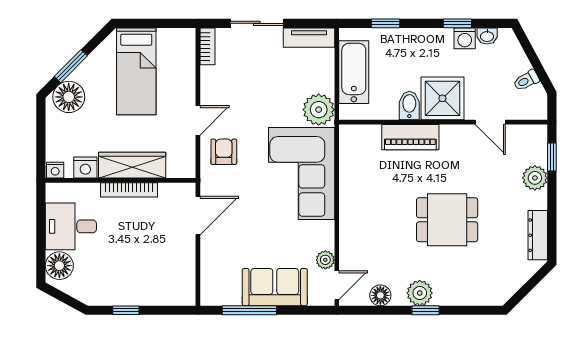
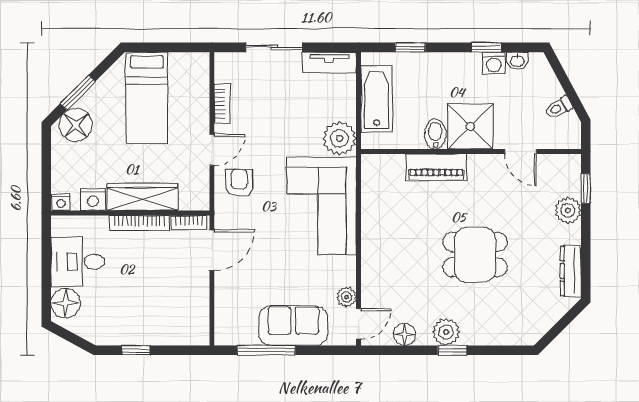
bookcase: (207, 46) -> (222, 103), moved
bookcase: (176, 189) -> (189, 222), added

